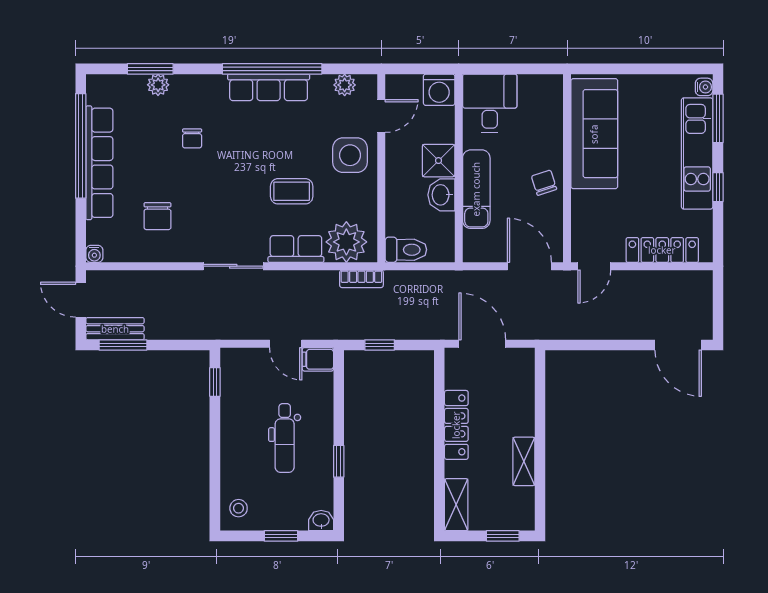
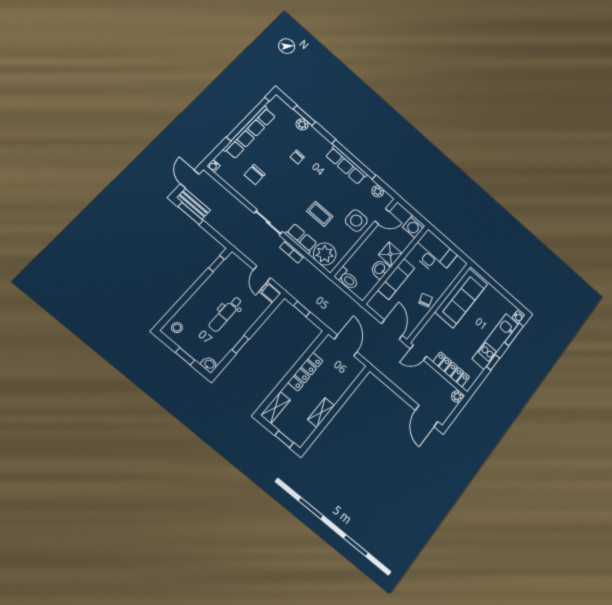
desk: (490, 103) -> (433, 253), width x1.37
bookcase: (361, 279) -> (292, 252), moved
plant: (702, 281) -> (457, 396), added

